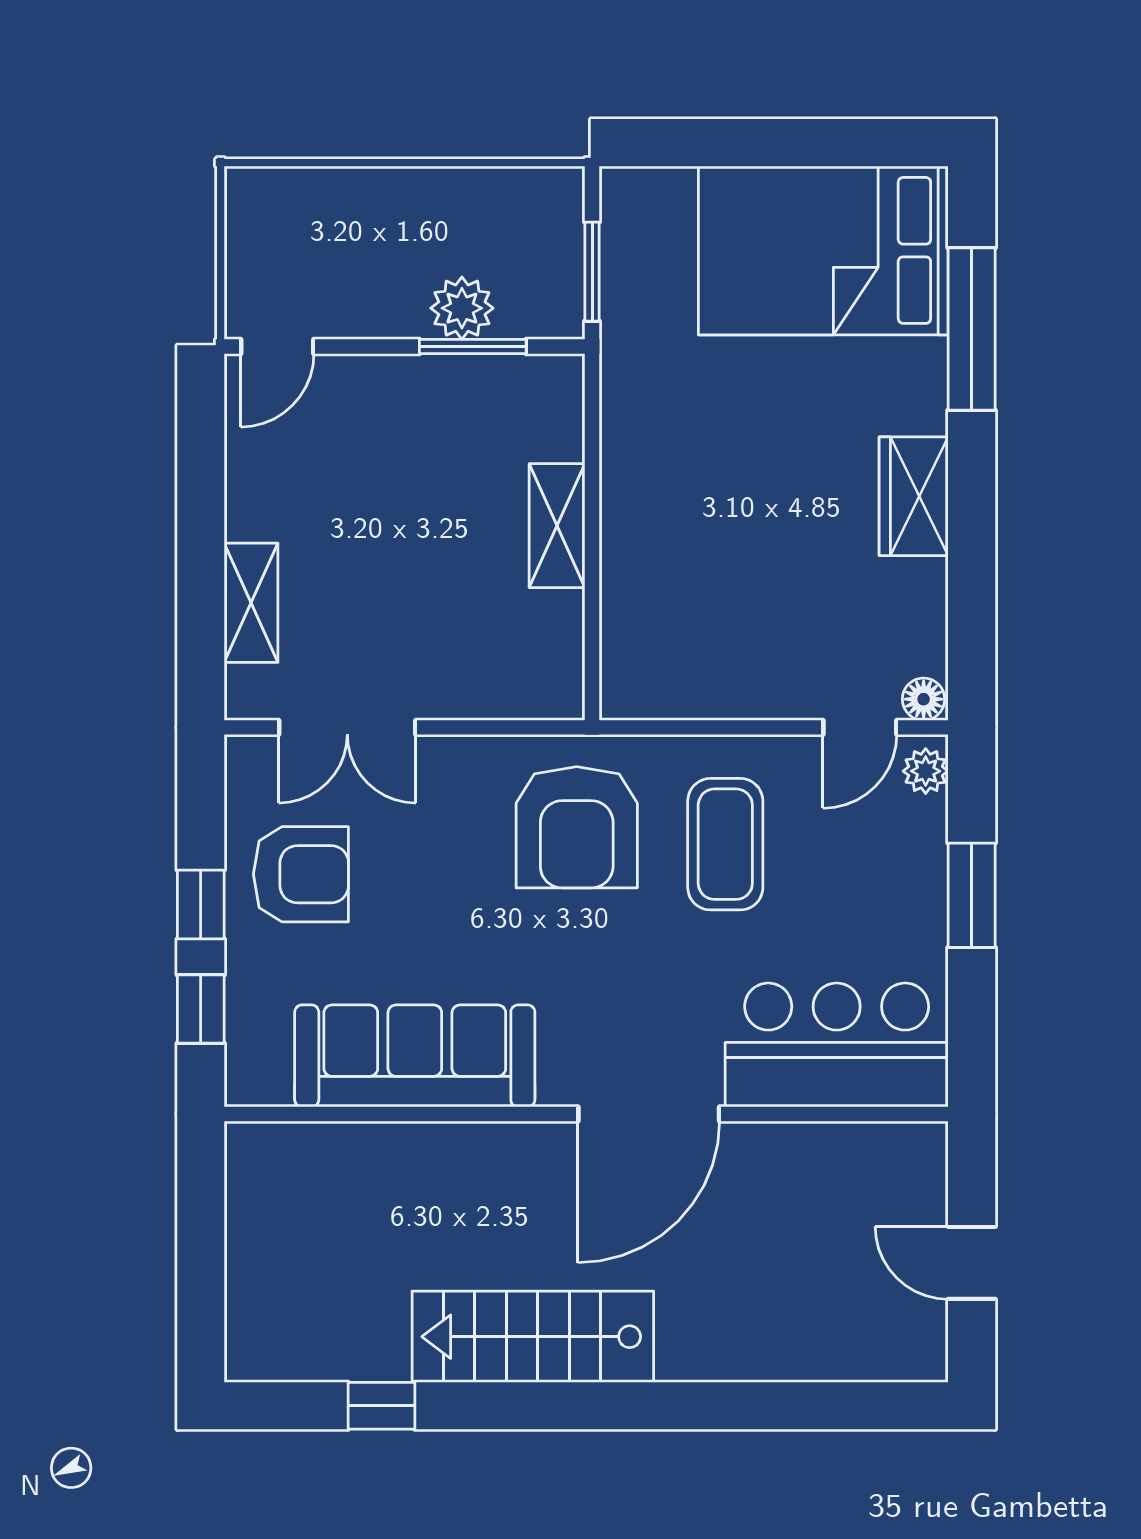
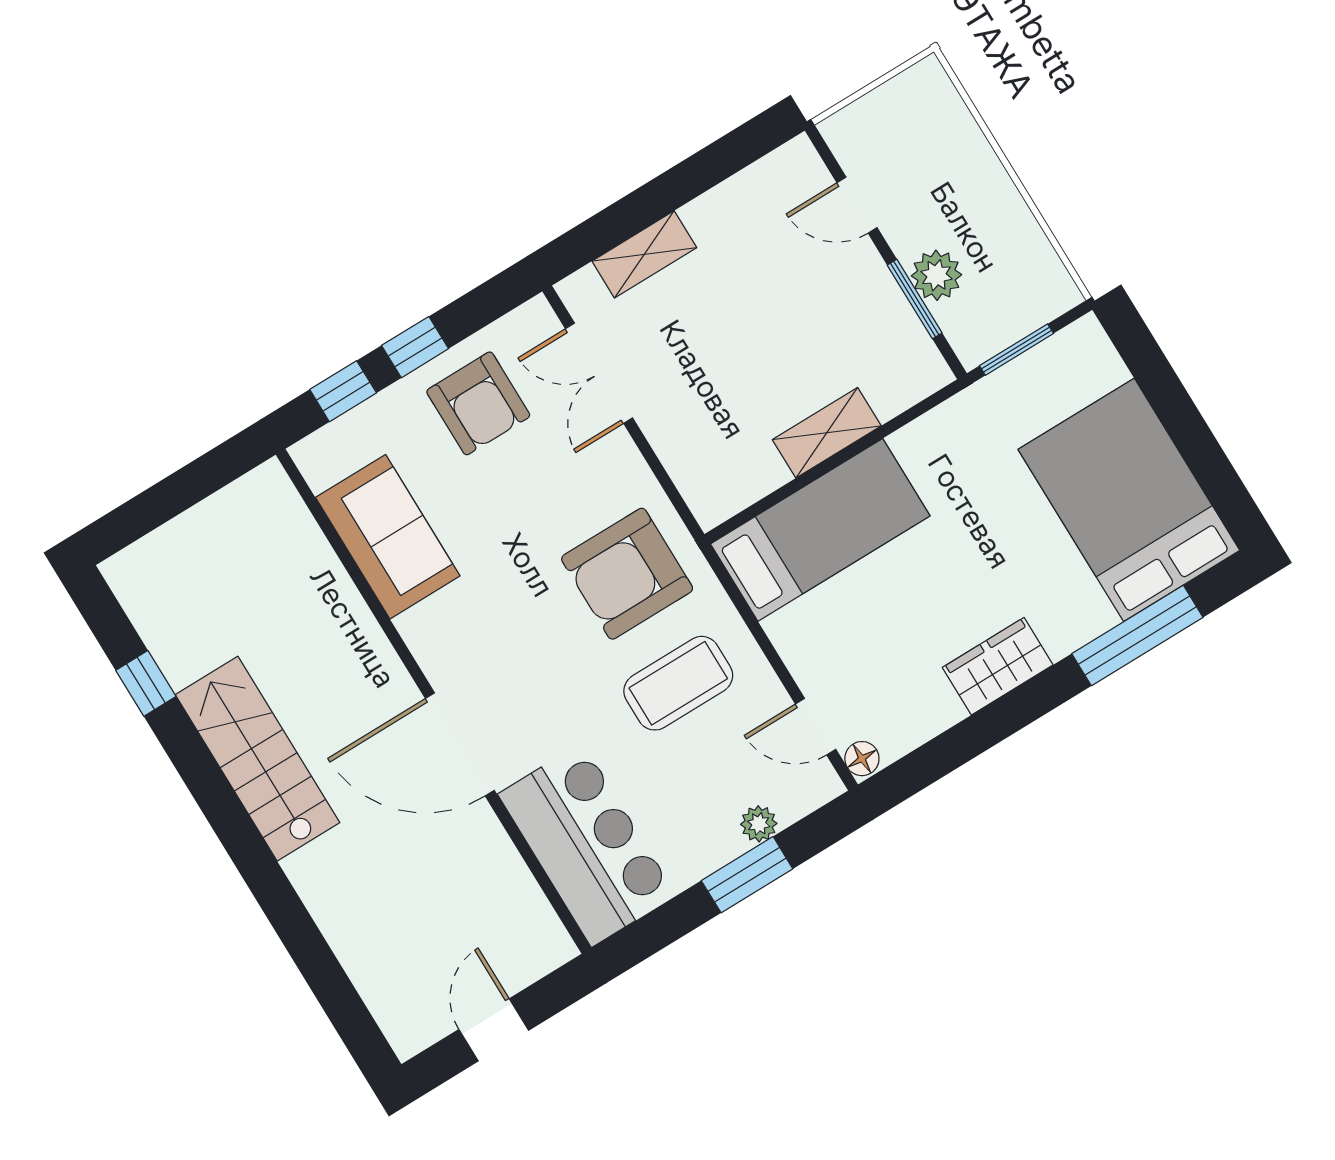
door: (277, 347) -> (857, 205), moved
bed: (655, 595) -> (820, 530), added
plant: (926, 771) -> (759, 824), moved
sofa: (415, 1056) -> (388, 537), width x0.73

